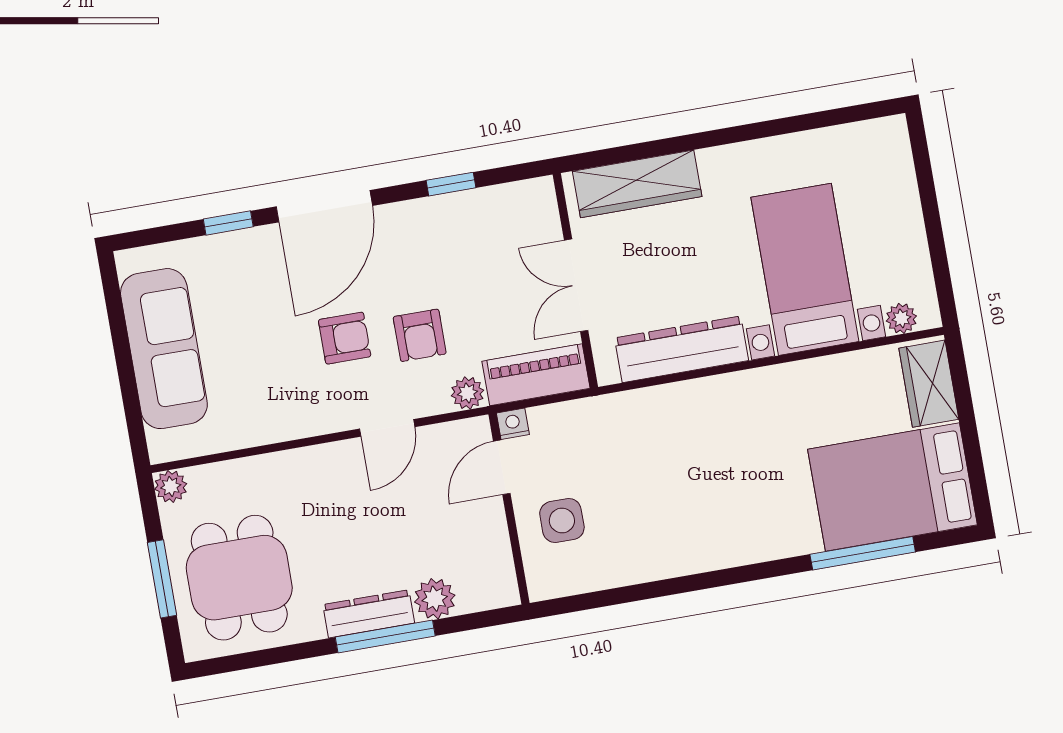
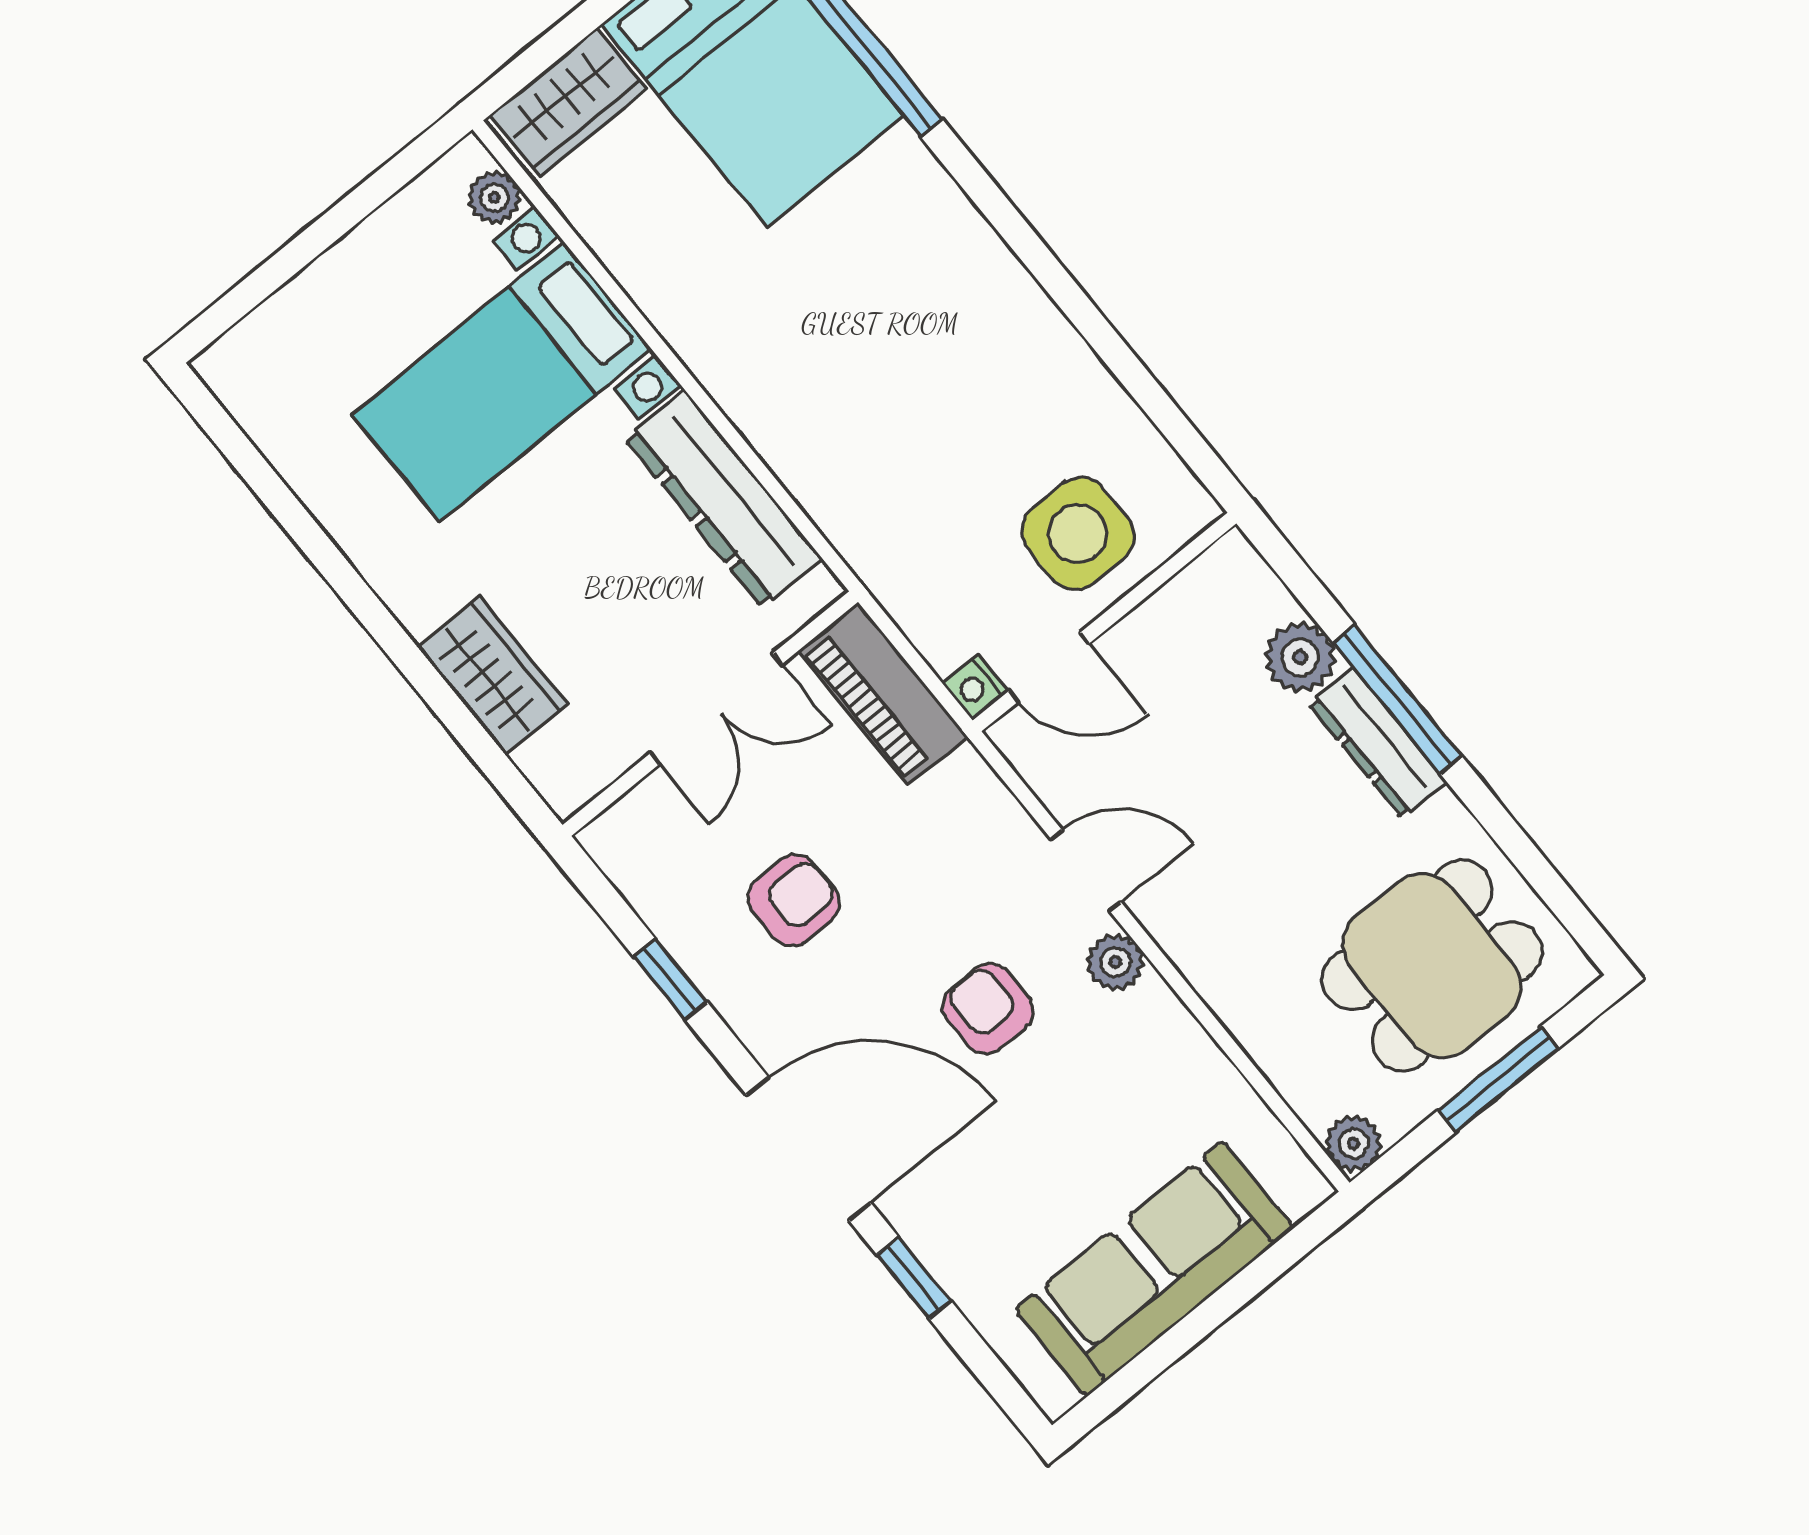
wardrobe: (637, 184) -> (493, 675), width x0.67
armchair: (420, 335) -> (794, 900), moved
plant: (467, 393) -> (1115, 962), moved
side table: (562, 521) -> (1078, 533), width x1.37, depth x1.37

